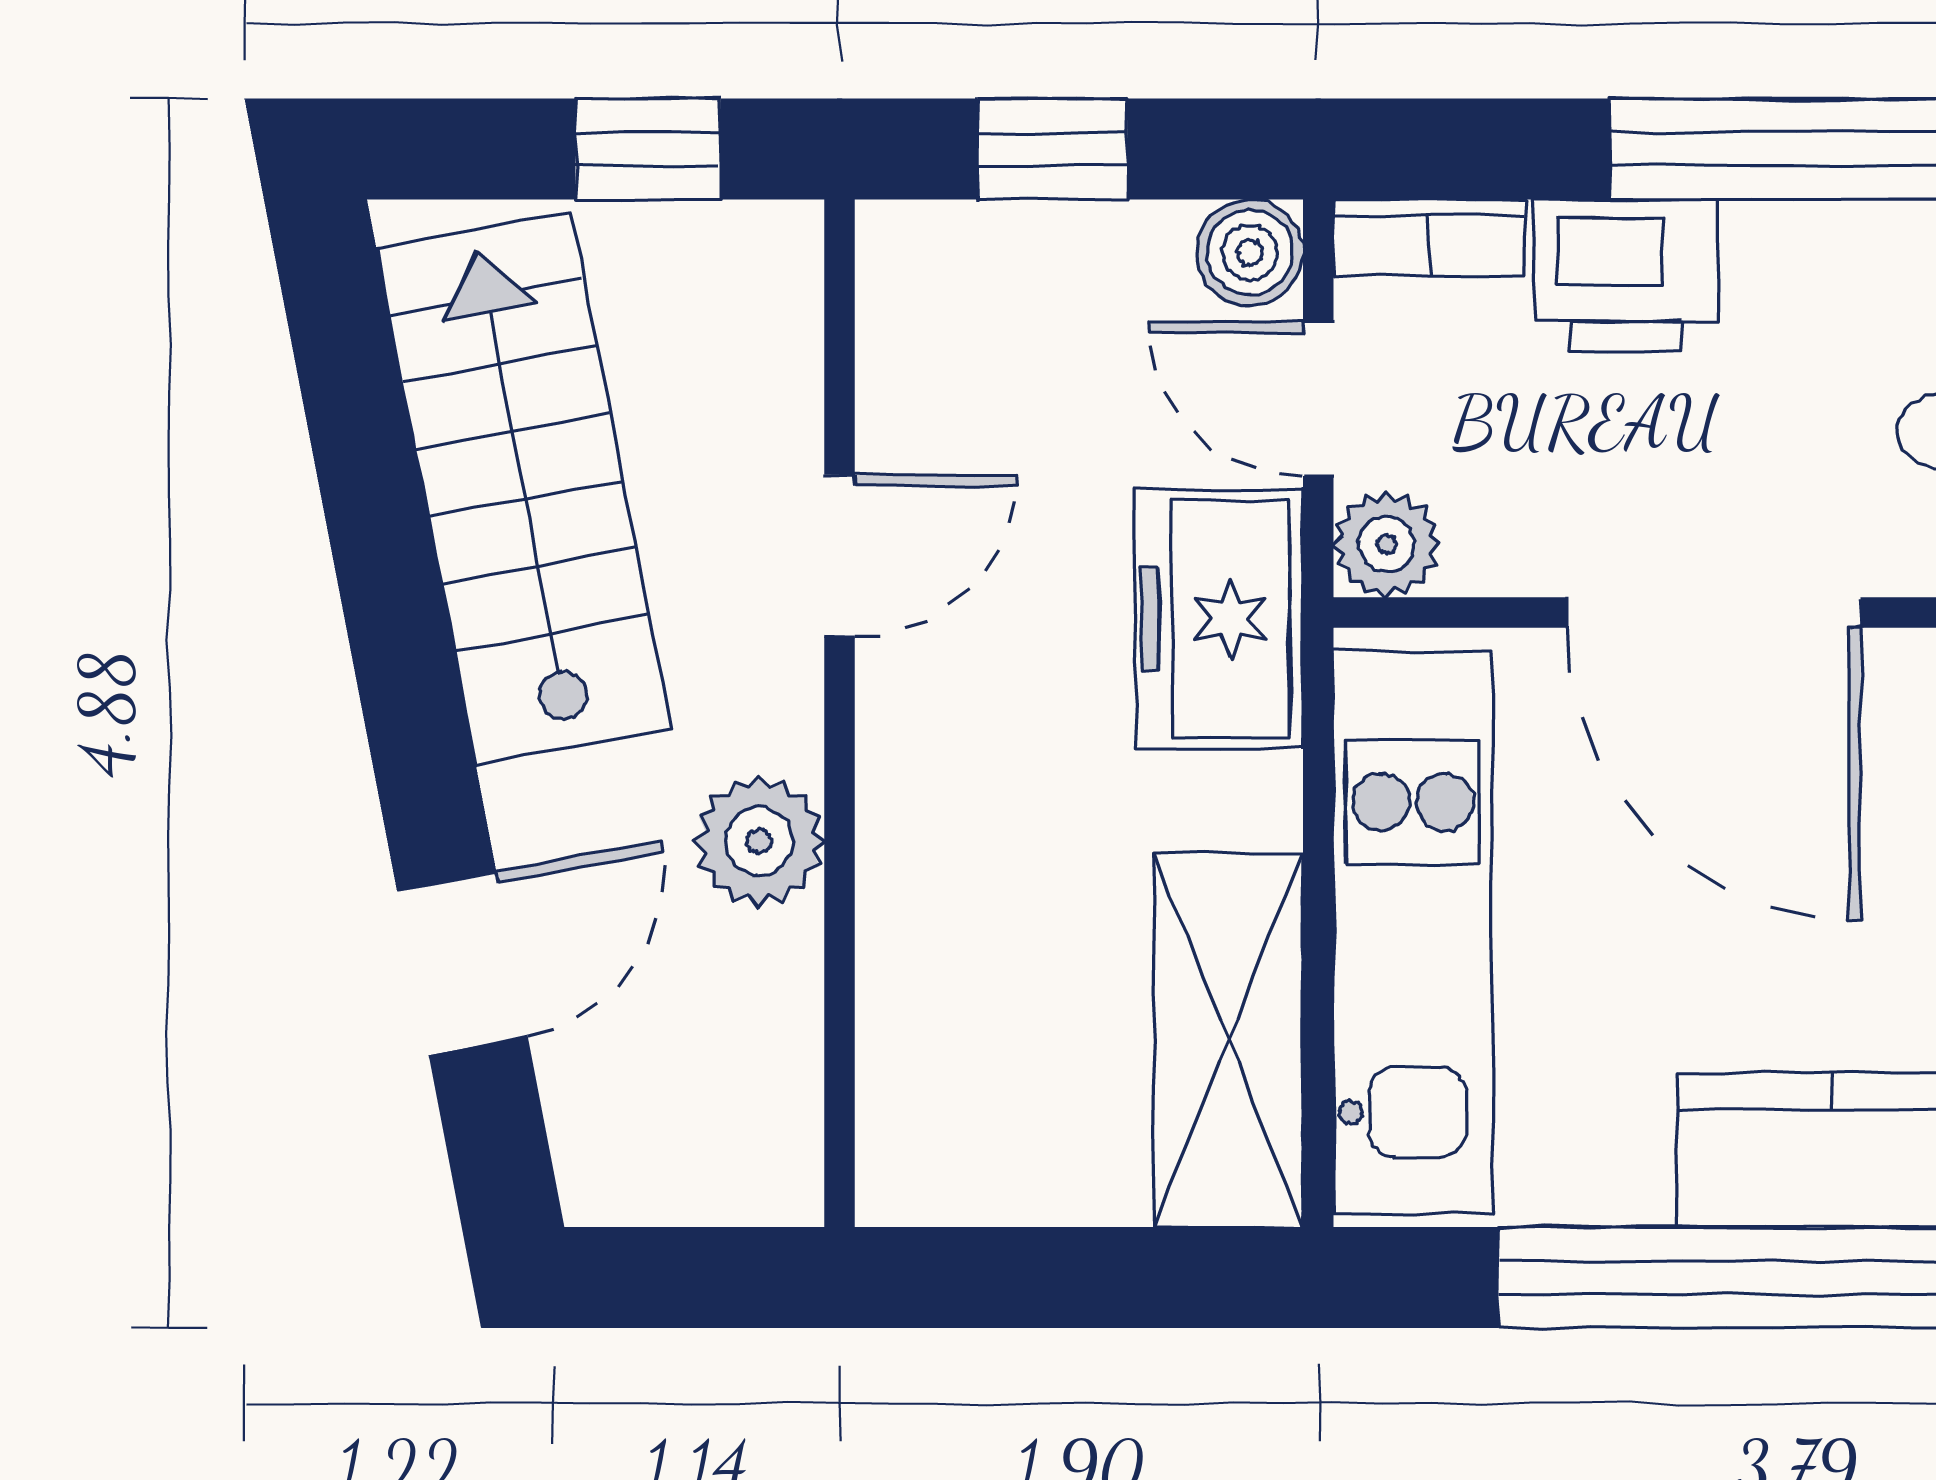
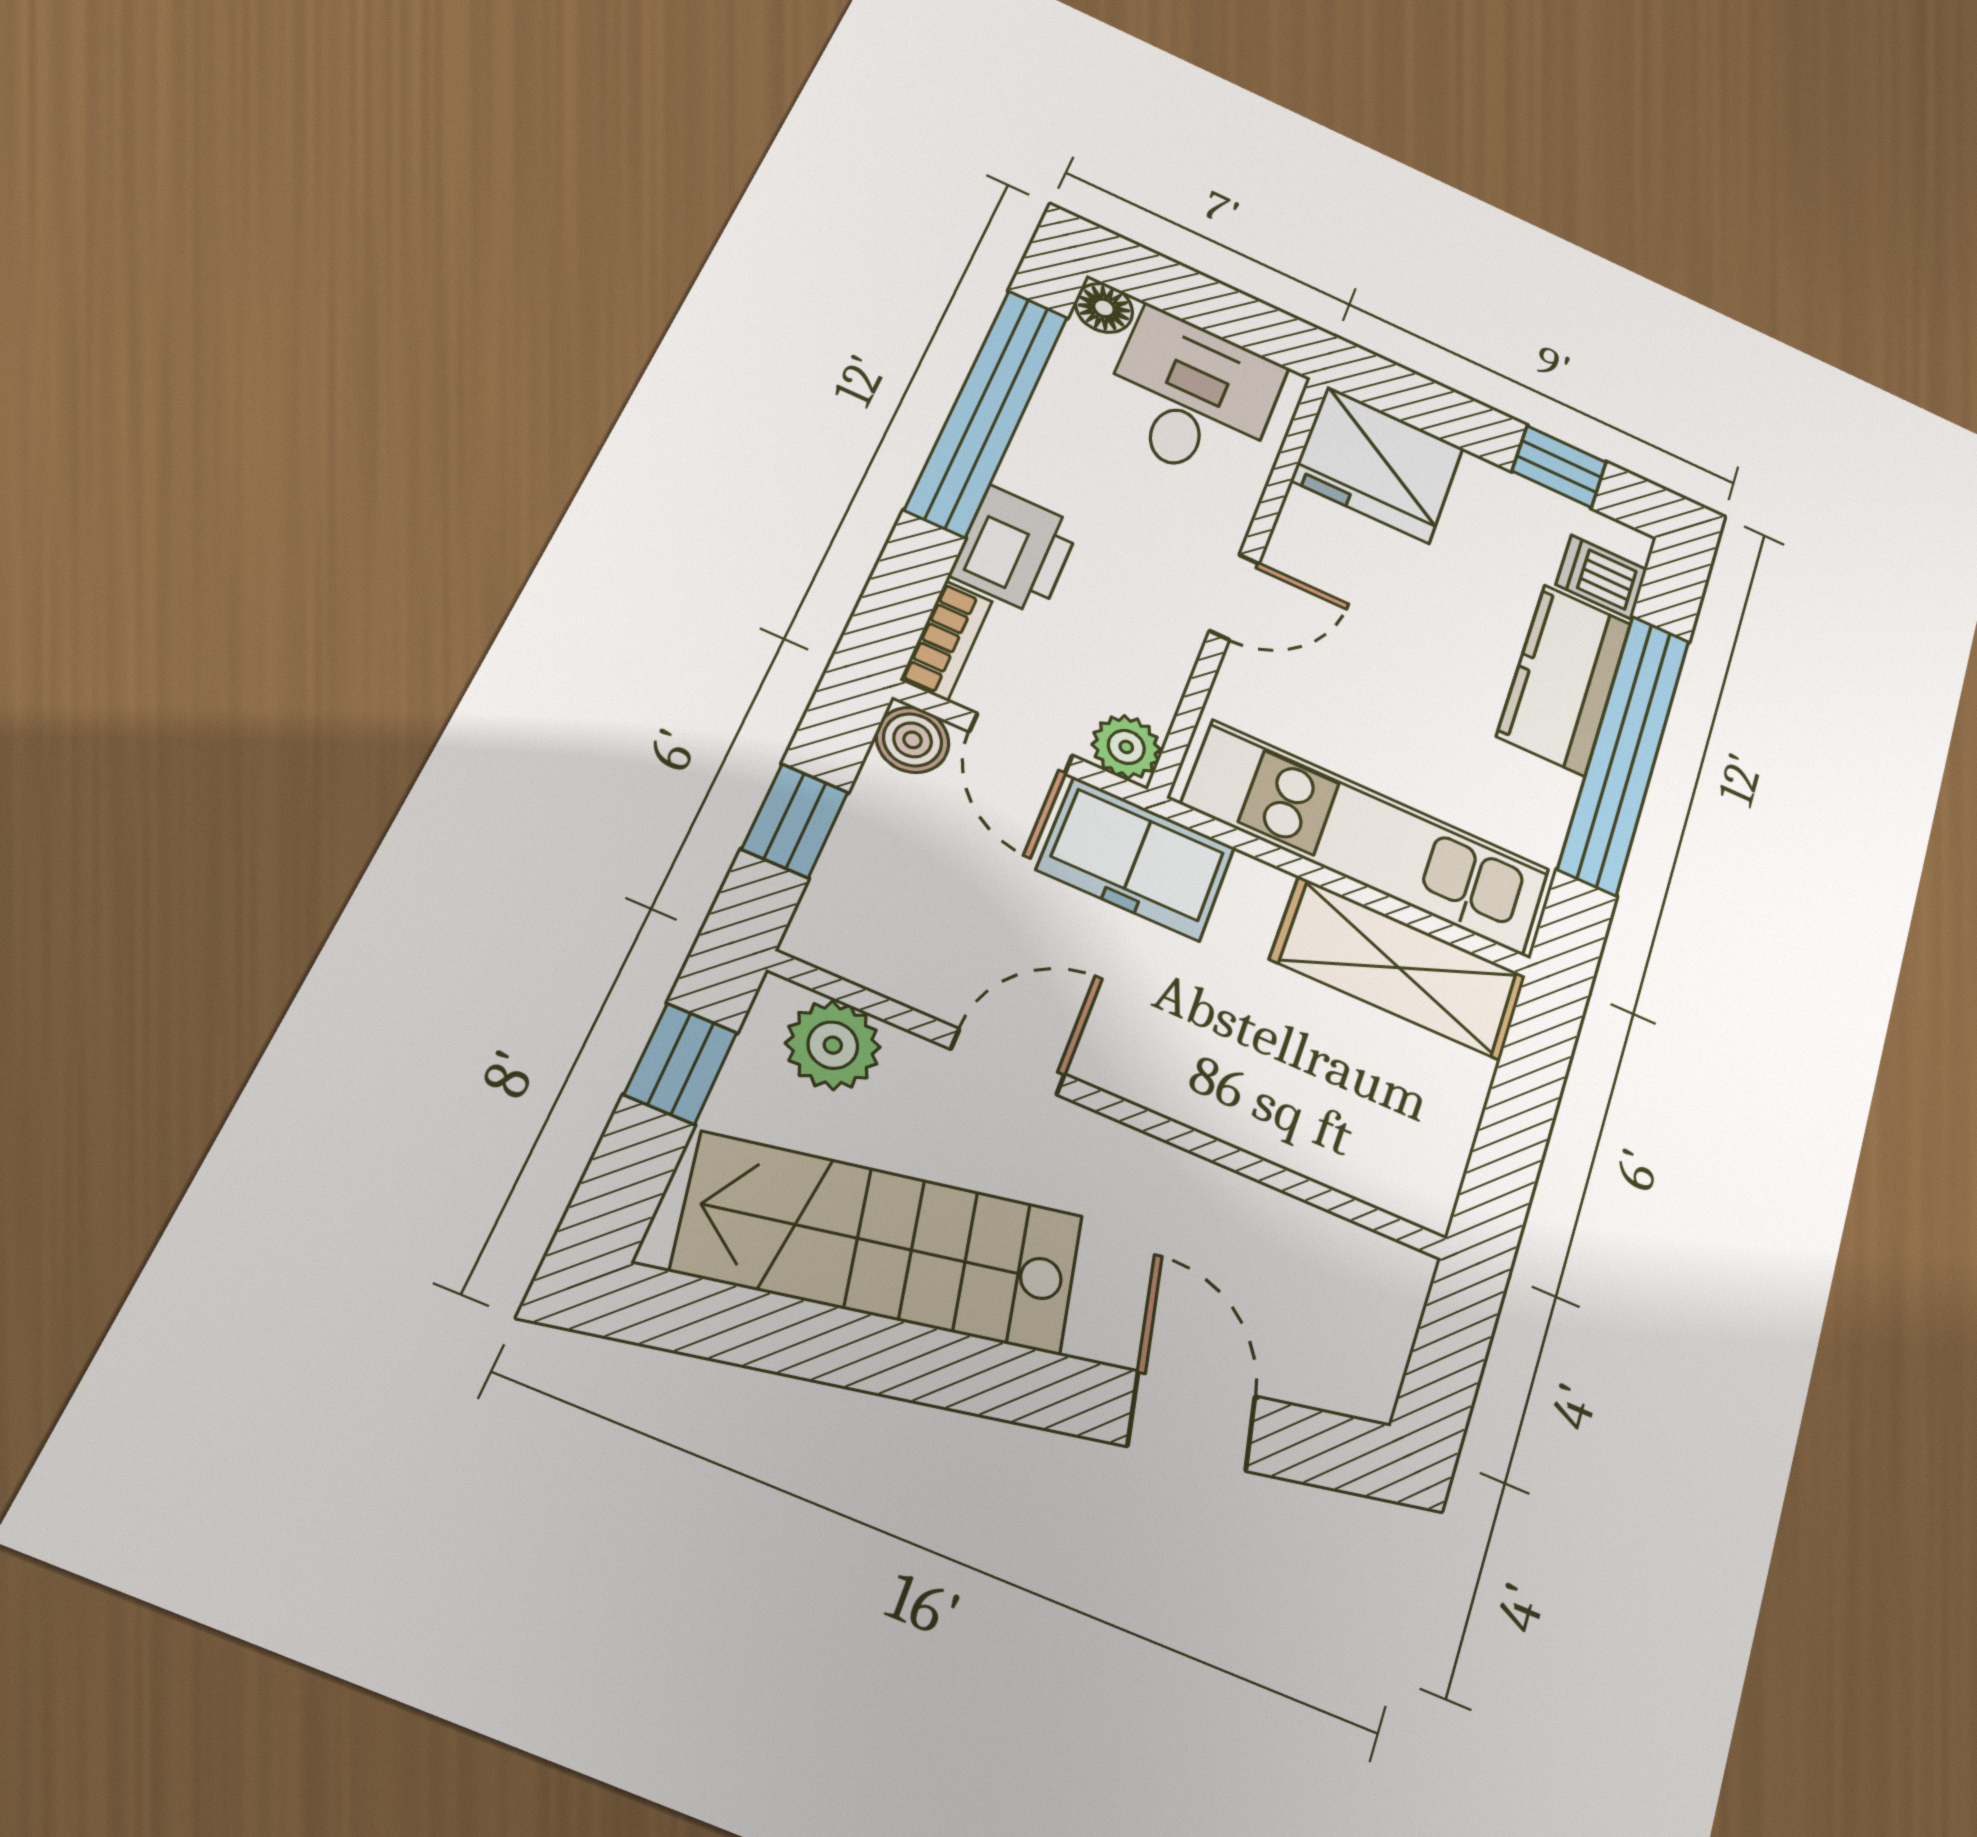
door: (1318, 399) -> (1021, 744), hinge flipped
door: (840, 556) -> (1008, 1062), hinge flipped
door: (1714, 612) -> (1234, 597), width x0.53
plant: (759, 841) -> (833, 1045), moved

